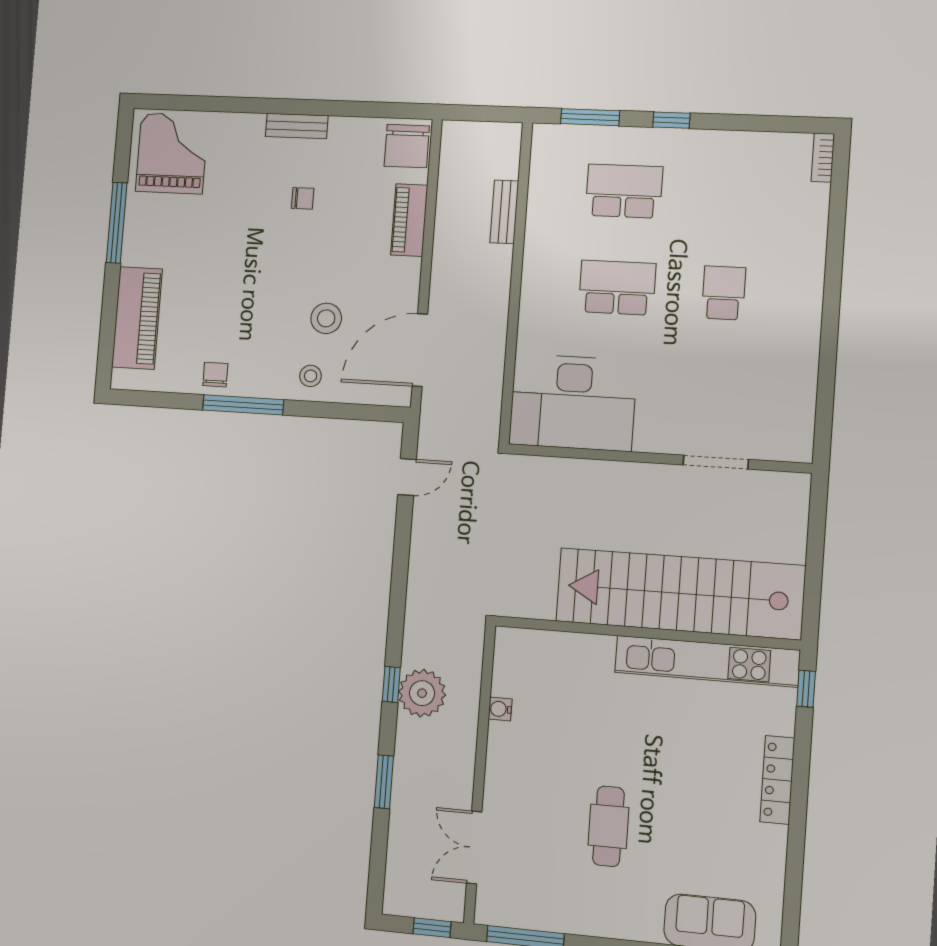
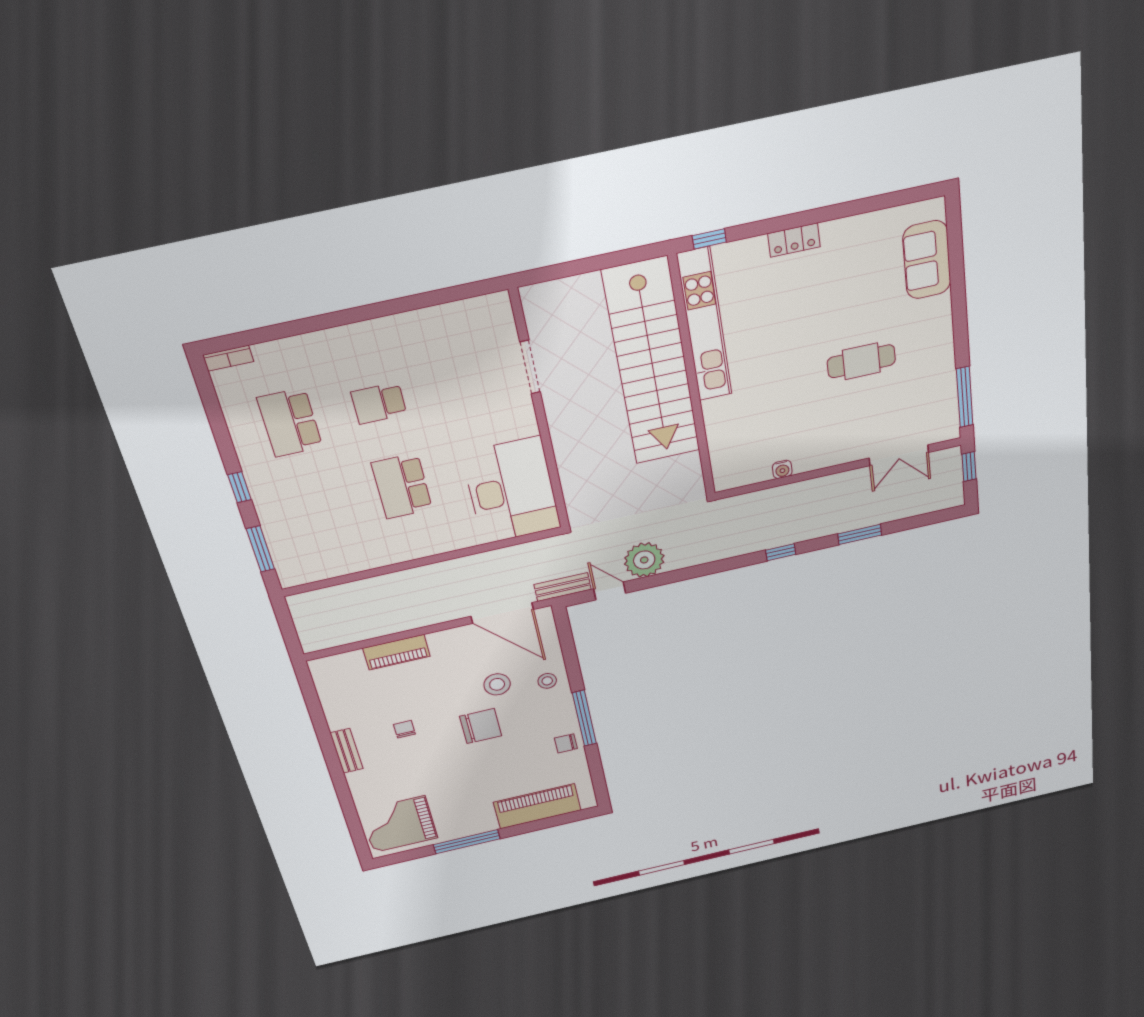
chair: (407, 146) -> (481, 726), moved
school desk: (624, 191) -> (290, 423), moved
bench: (504, 212) -> (563, 587), moved
plant: (422, 693) -> (644, 560), moved
locker: (777, 780) -> (794, 240), width x0.66

